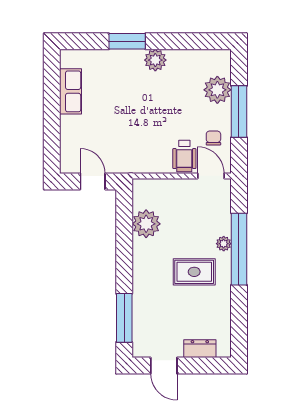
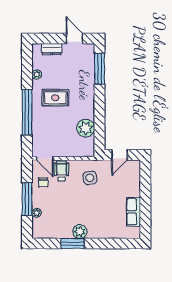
window: (127, 41) -> (73, 243), moved
plant: (217, 90) -> (37, 213), width x0.53, depth x0.53
side table: (140, 145) -> (90, 178), added
door: (93, 181) -> (119, 155), hinge flipped
plant: (224, 244) -> (37, 75), moved

